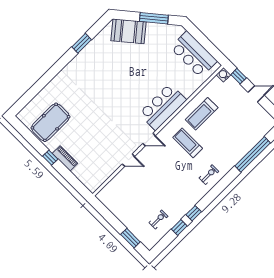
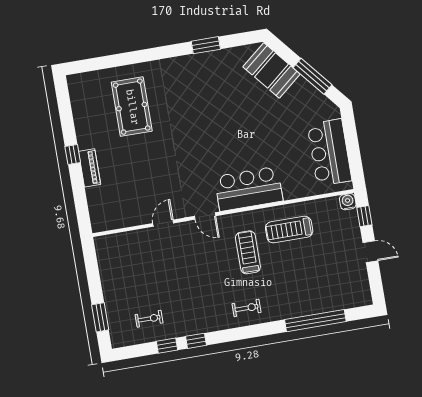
pool table: (50, 122) -> (132, 107), moved, turned 90
door: (128, 160) -> (163, 223), swing flipped

